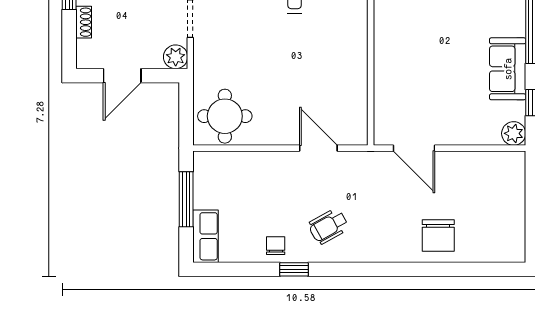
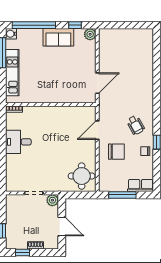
chair: (438, 235) -> (116, 152), moved

